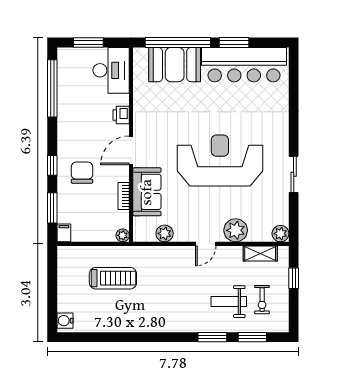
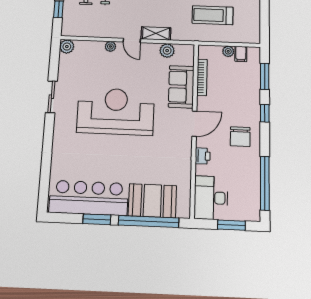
reception desk: (220, 161) -> (116, 111), turned 180
chair: (82, 173) -> (240, 137), moved
bookcase: (124, 196) -> (202, 77), width x1.56
plant: (236, 230) -> (110, 46), width x0.53, depth x0.53
filing cabinet: (64, 233) -> (241, 54), moved
plant: (123, 235) -> (228, 51), moved
door: (206, 244) -> (132, 40), swing flipped
shelving: (260, 253) -> (156, 33), moved

